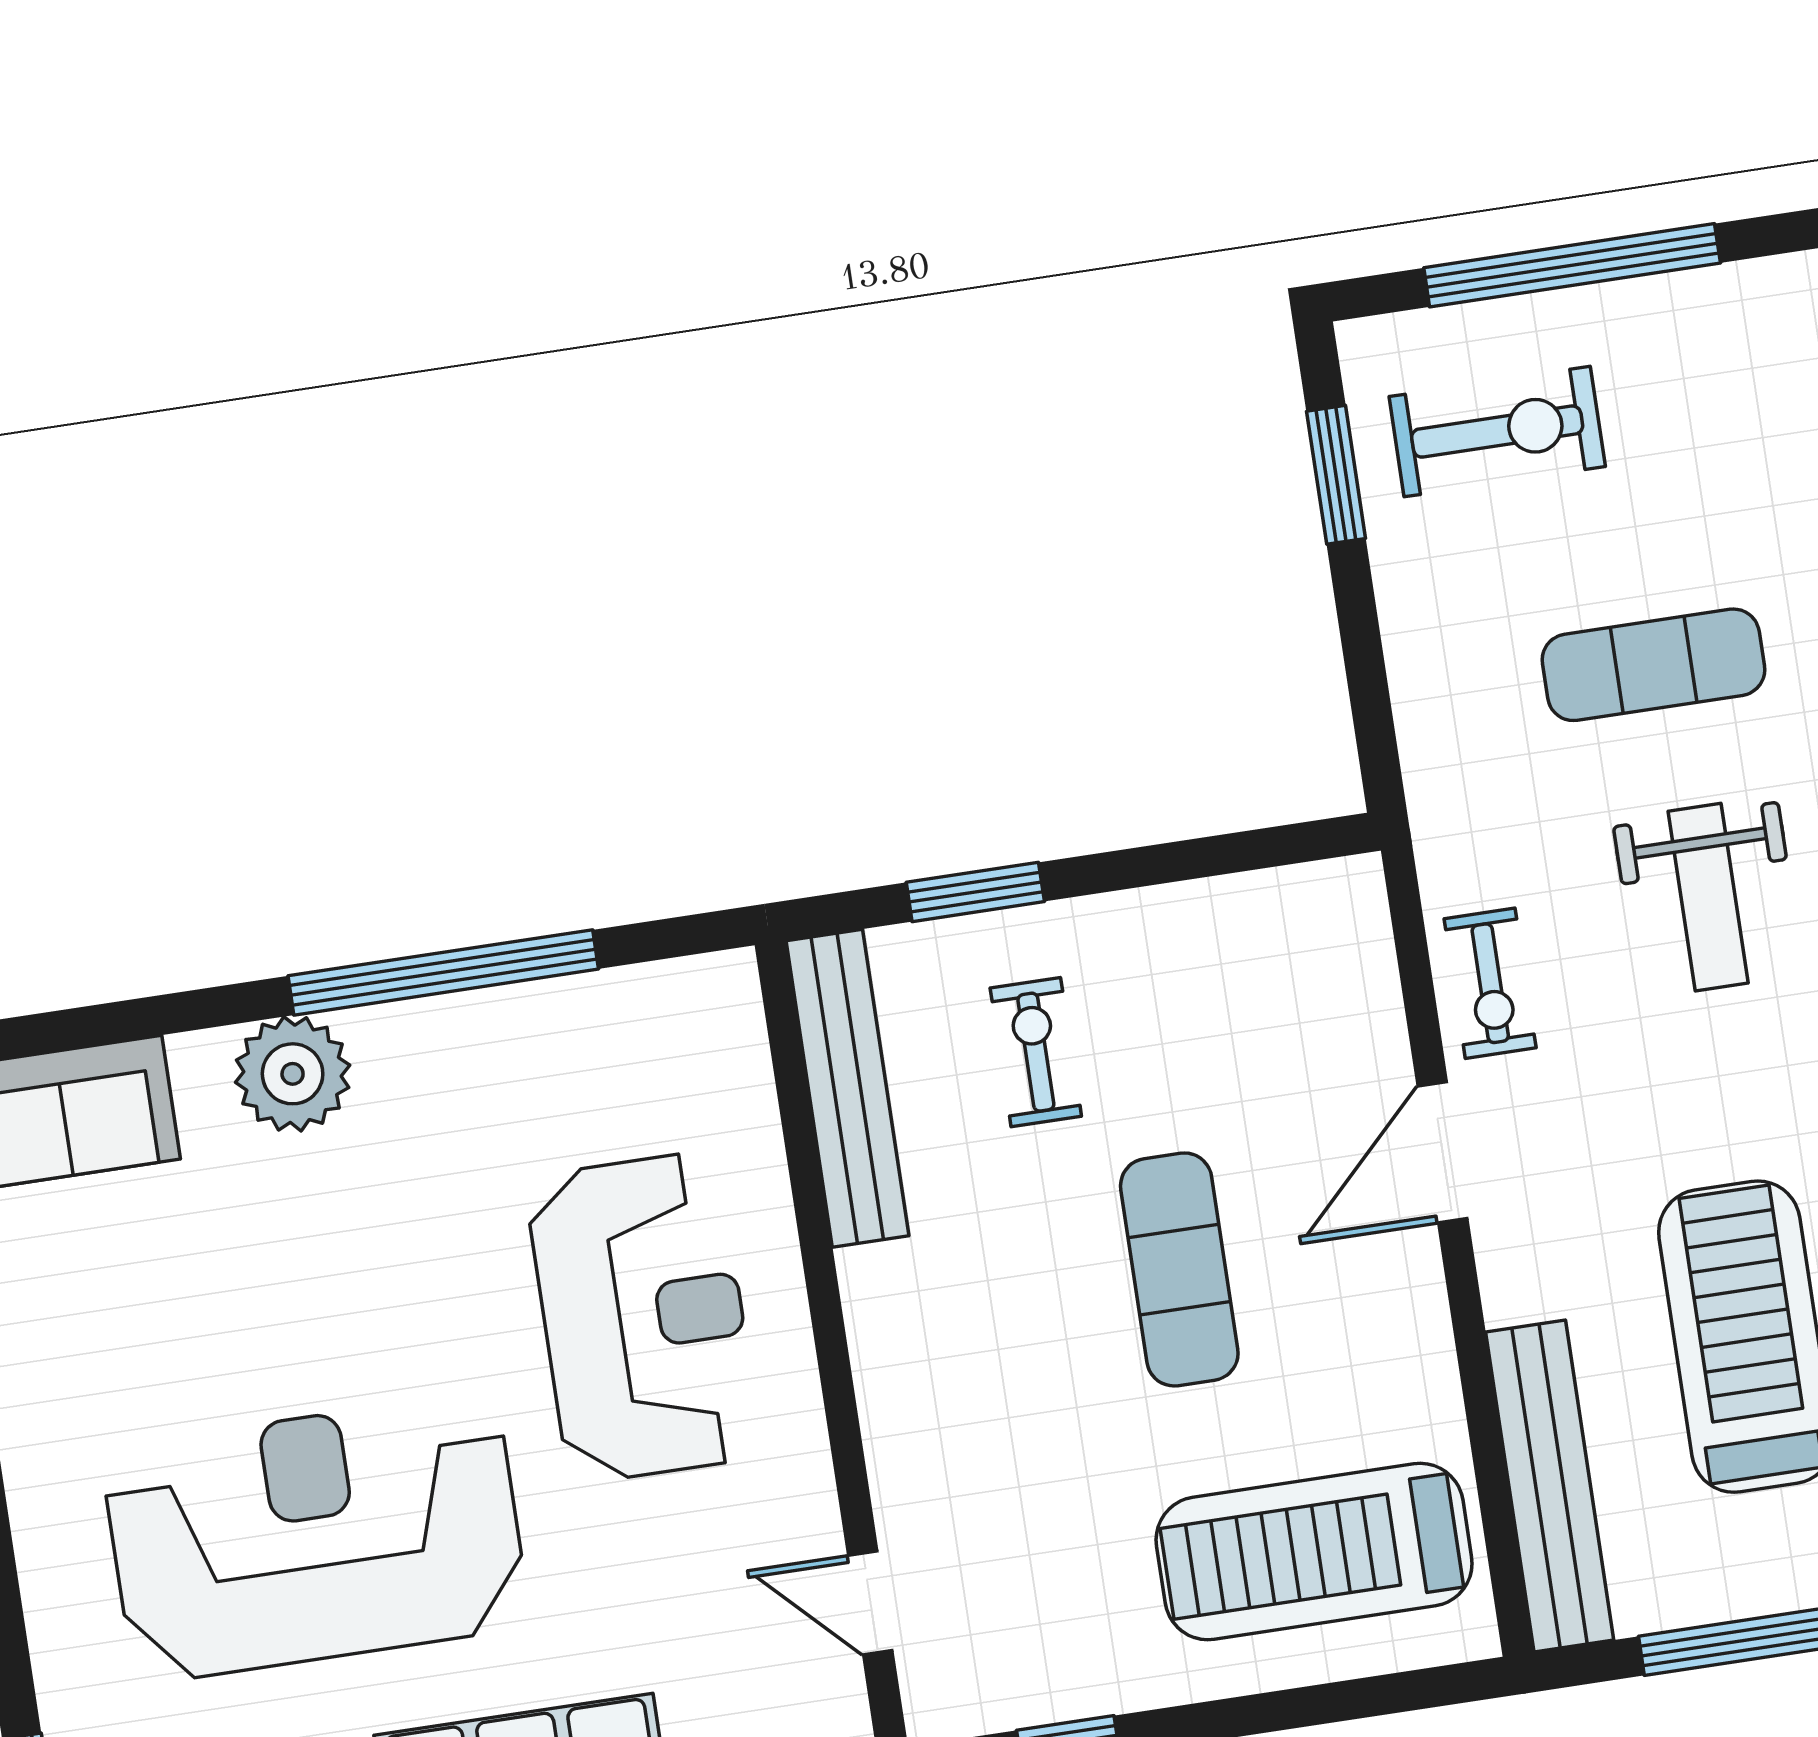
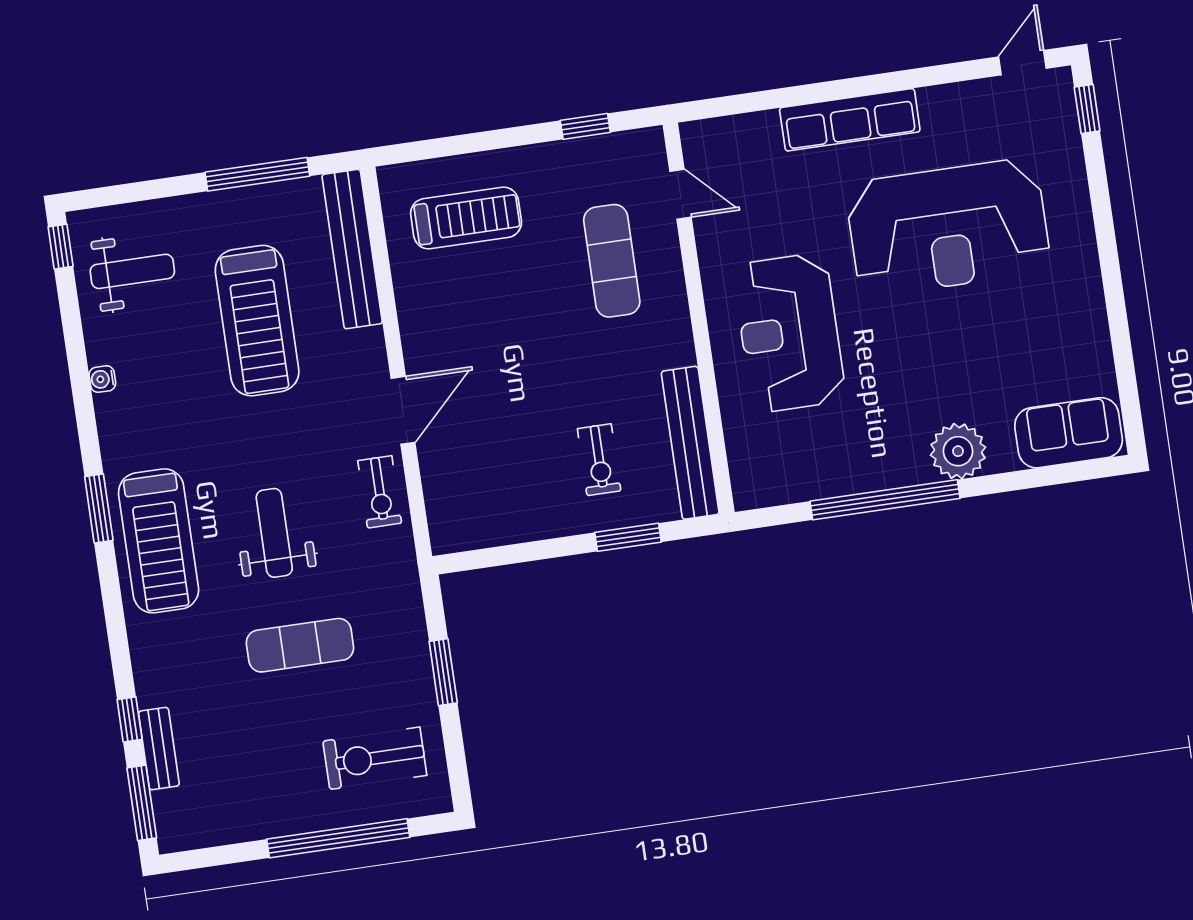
window: (1336, 475) -> (443, 672), moved
exercise bike: (1490, 983) -> (380, 492), turned 180
exercise mat: (1179, 1269) -> (612, 261), moved
treadmill: (1314, 1552) -> (466, 218), width x0.73, depth x0.73

